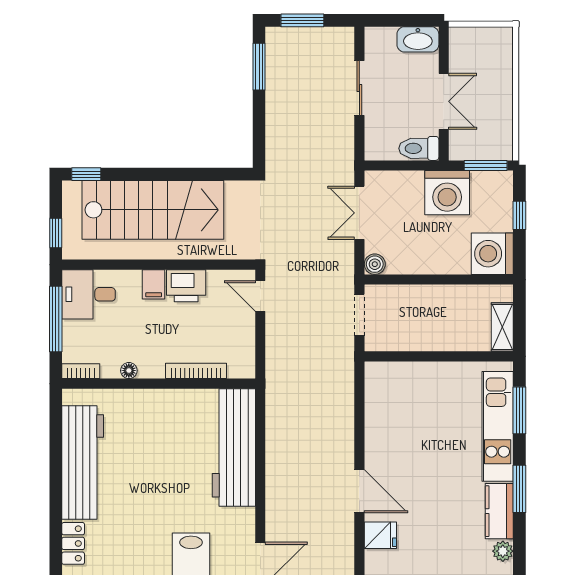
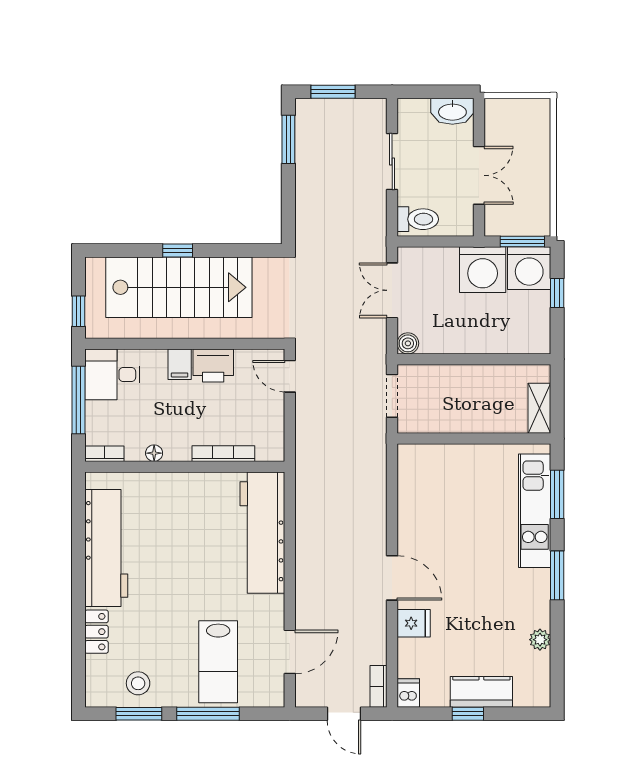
toilet: (419, 148) -> (418, 219), moved, turned 180
window: (86, 174) -> (178, 250), moved
washing machine: (492, 254) -> (529, 268), moved, turned -90
kitchen counter: (499, 511) -> (536, 598), removed

